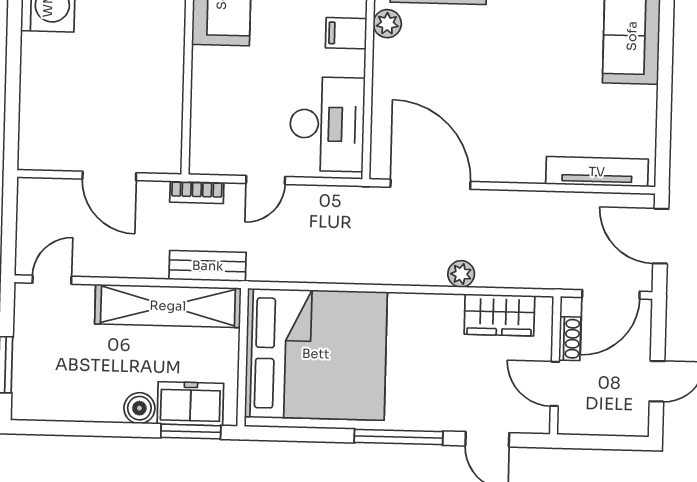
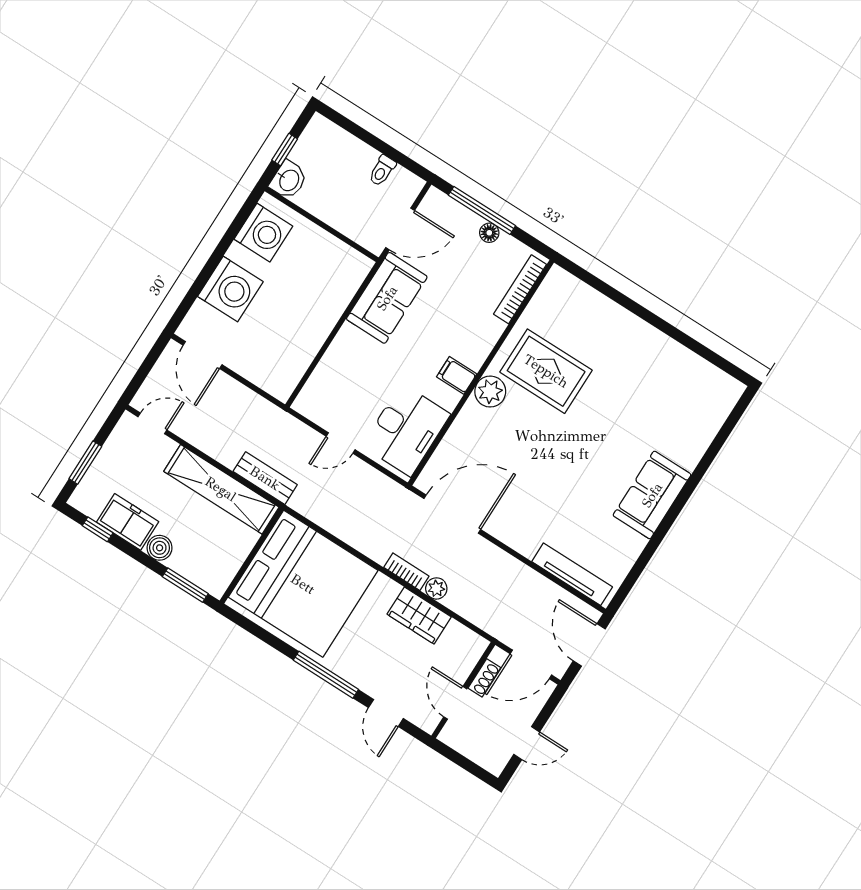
plant: (387, 24) -> (490, 392), width x1.38, depth x1.38
washing machine: (49, 86) -> (230, 289), added
door: (109, 176) -> (203, 355), moved
door: (430, 184) -> (452, 514), hinge flipped
bookcase: (197, 192) -> (406, 572), moved, turned 180
wardrobe: (499, 315) -> (419, 616), moved
freezer: (190, 404) -> (128, 522), moved
window: (61, 428) -> (98, 529), added

